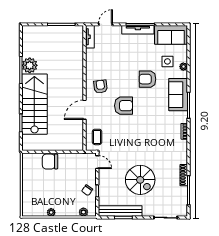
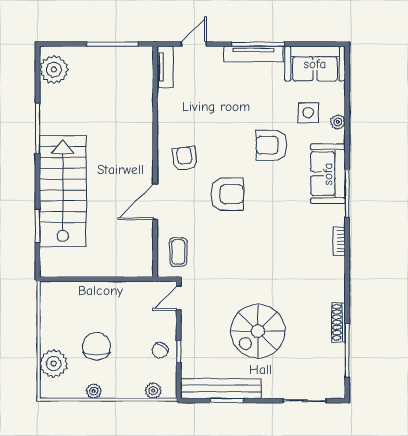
plant: (30, 65) -> (54, 70), moved
chair: (50, 162) -> (96, 346), moved, turned 90
door: (97, 162) -> (179, 298), swing flipped
spiral stairs: (140, 180) -> (258, 331), turned 90
plant: (30, 197) -> (54, 364), added

